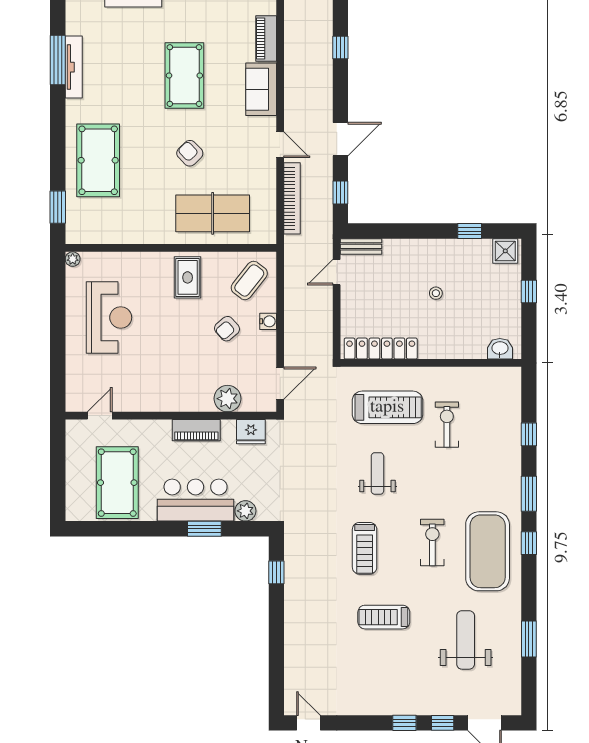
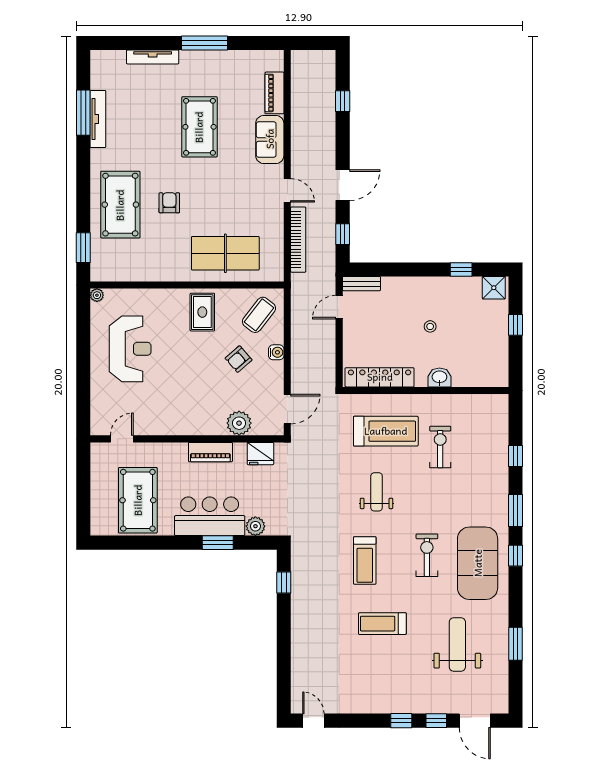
armchair: (190, 153) -> (169, 203), moved, turned 44
washbasin: (500, 349) -> (439, 377), moved

